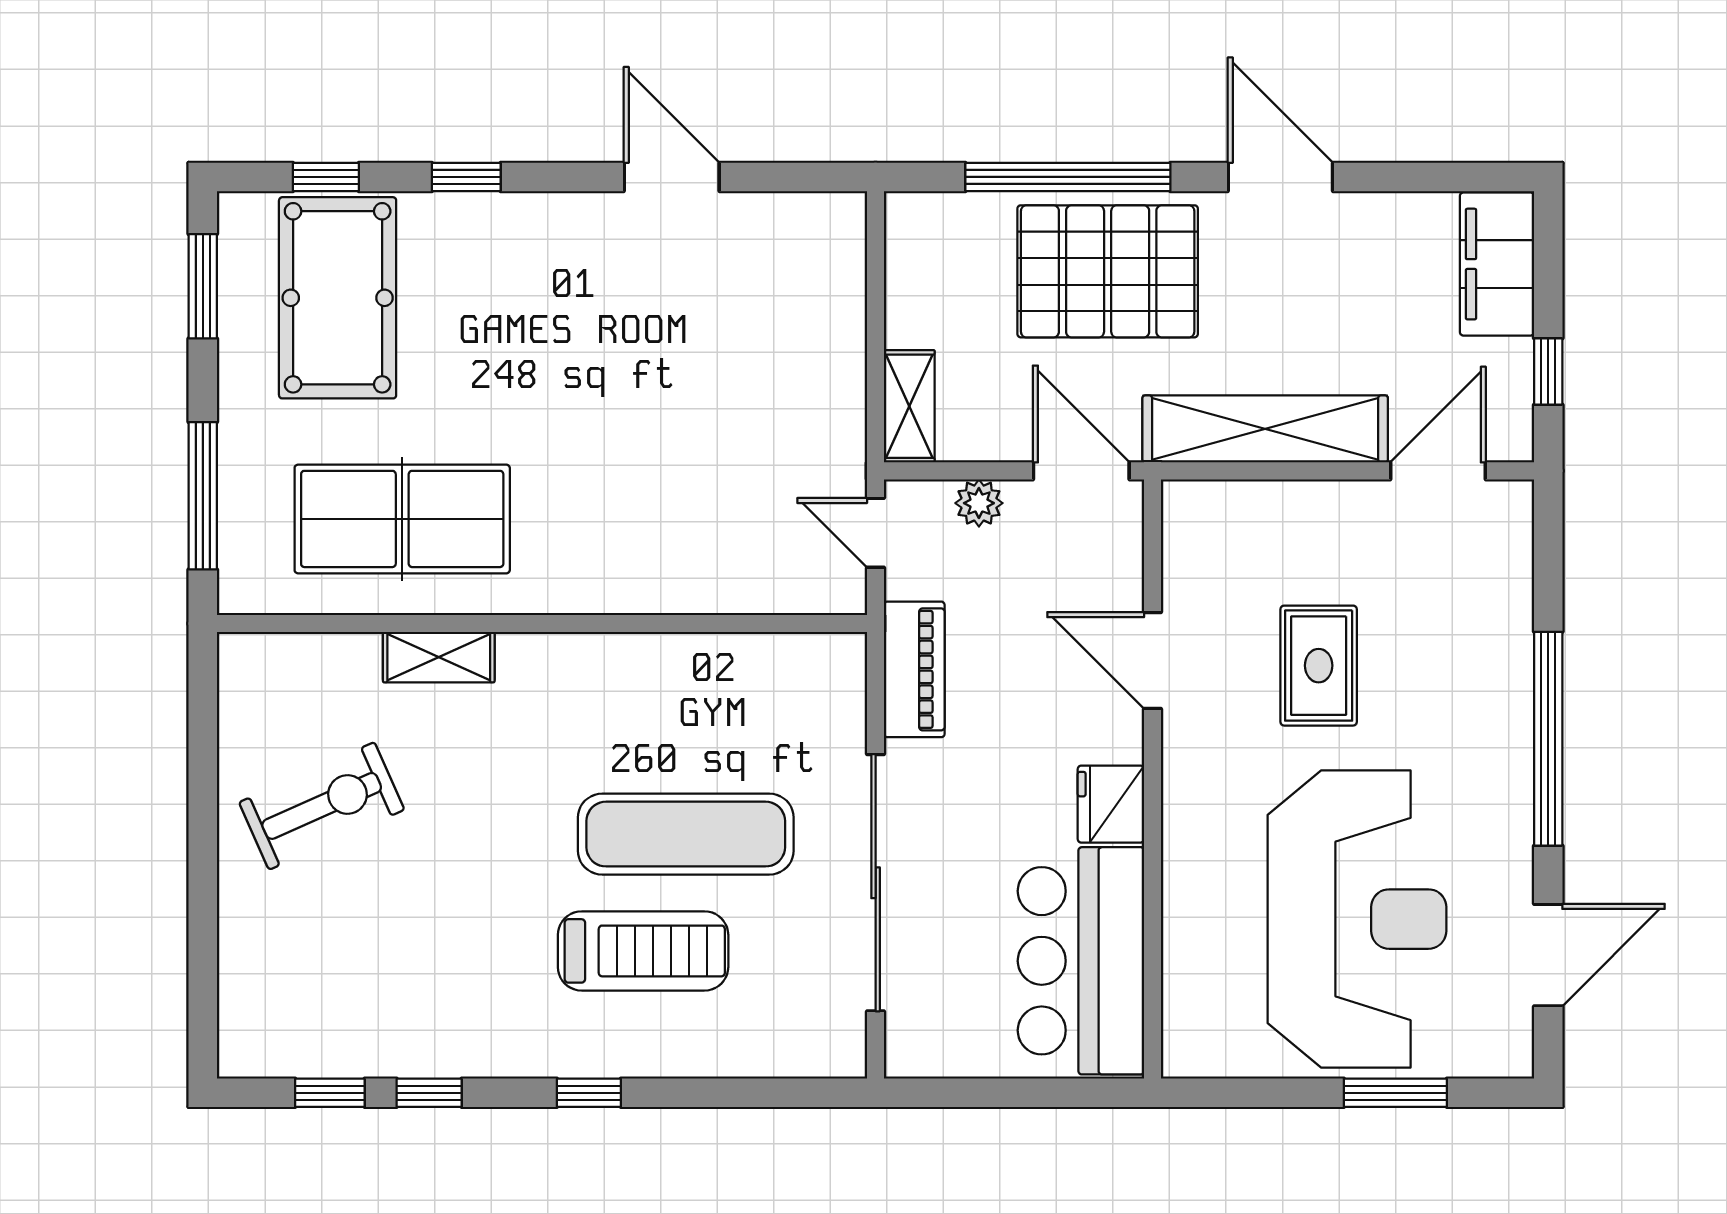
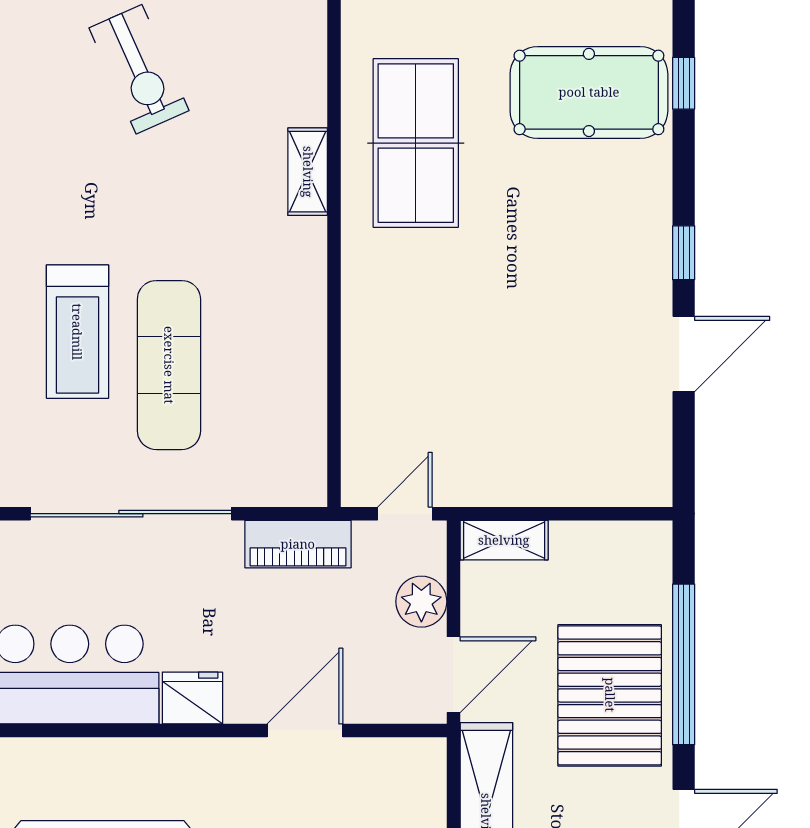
window: (466, 177) -> (684, 253), moved
plant: (979, 503) -> (421, 602), width x1.38, depth x1.38
exercise bike: (322, 806) -> (139, 69), moved

